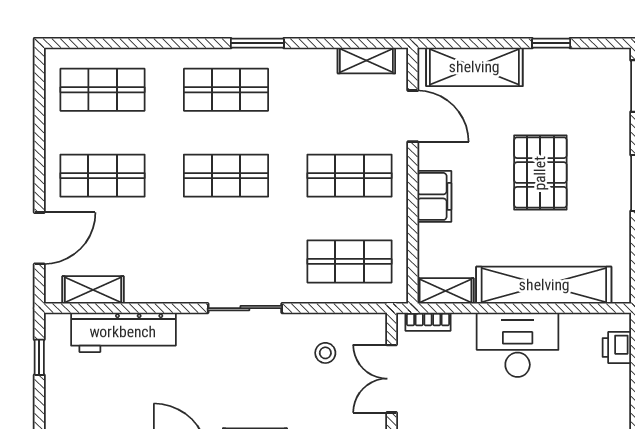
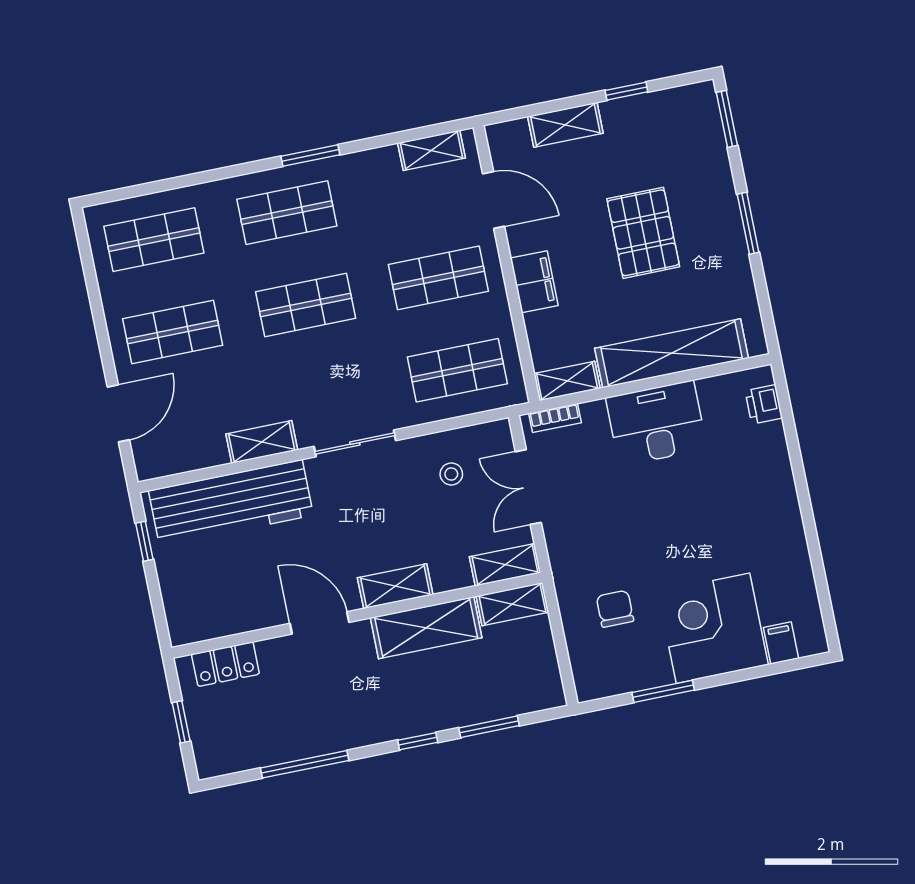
shelving: (474, 67) -> (565, 125), width x0.67, depth x0.75
shelving: (93, 290) -> (262, 442), moved
workbench: (123, 332) -> (231, 503), width x1.36, depth x1.32

